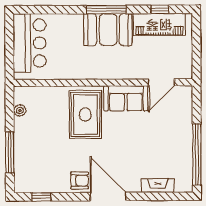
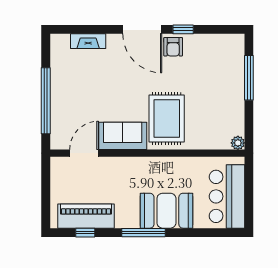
booth: (108, 30) -> (166, 211), moved
plant: (20, 110) -> (238, 143), moved
window: (197, 154) -> (46, 101), moved
armchair: (80, 181) -> (173, 47), turned -90
window: (41, 197) -> (183, 29), moved

